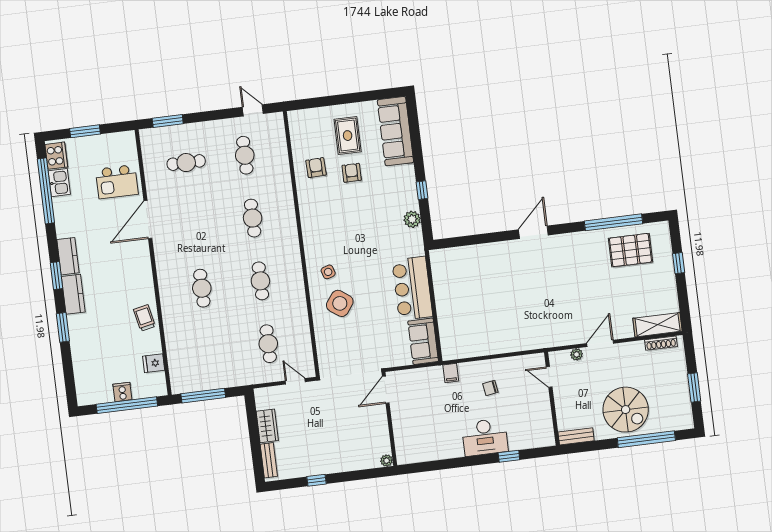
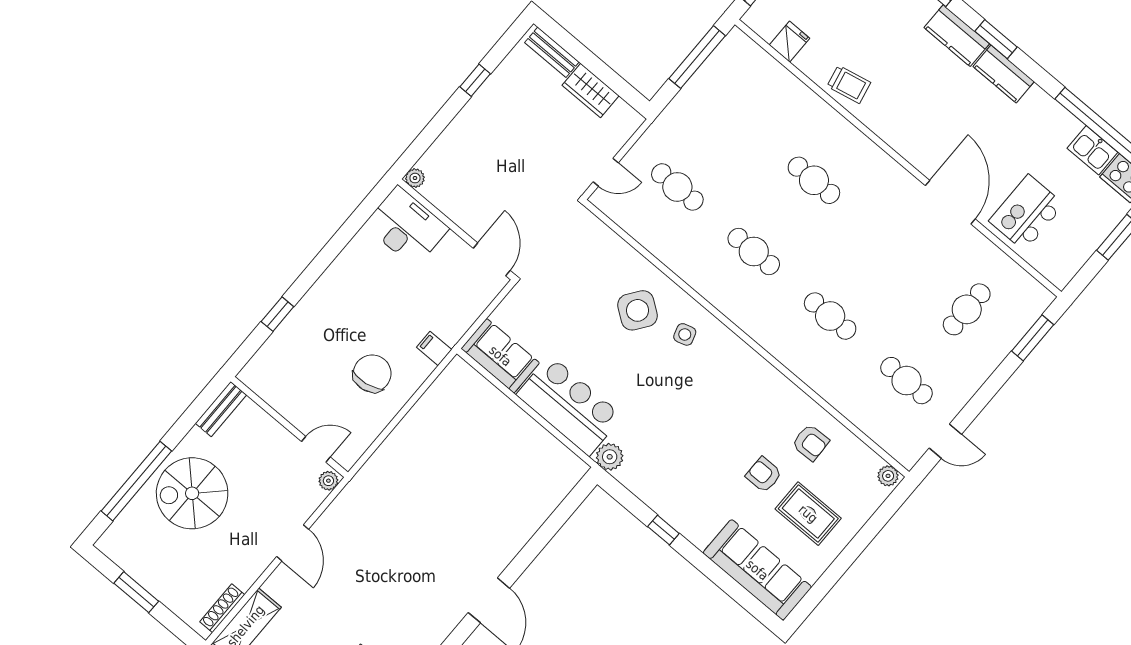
plant: (294, 119) -> (888, 476), added
armchair: (352, 173) -> (764, 475), turned 180
plant: (412, 219) -> (610, 457), moved
plant: (577, 354) -> (328, 481), moved
chair: (490, 388) -> (372, 374), width x1.87, depth x1.87
desk: (485, 437) -> (406, 227), moved, turned 90

